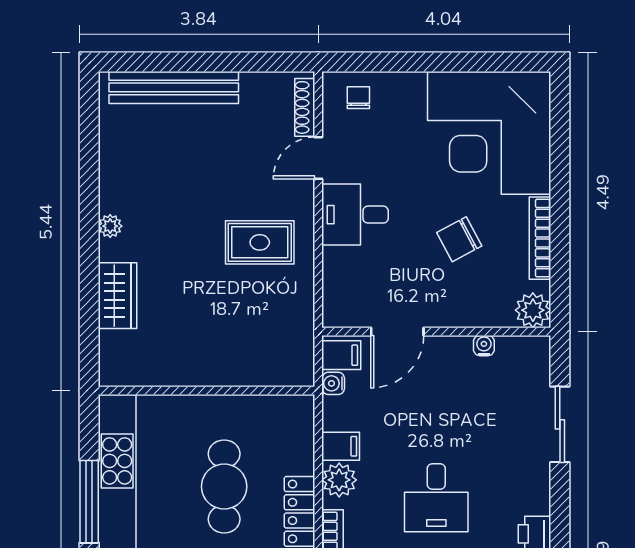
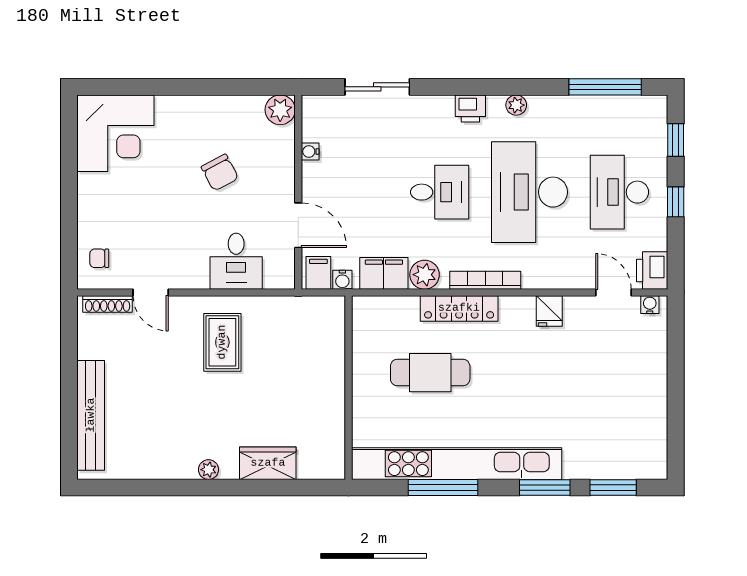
corner desk: (489, 133) -> (115, 133), width x0.74, depth x0.74
desk: (355, 215) -> (236, 261), moved
bookcase: (540, 238) -> (219, 104), removed
filing cabinet: (341, 446) -> (384, 273), width x2.00

